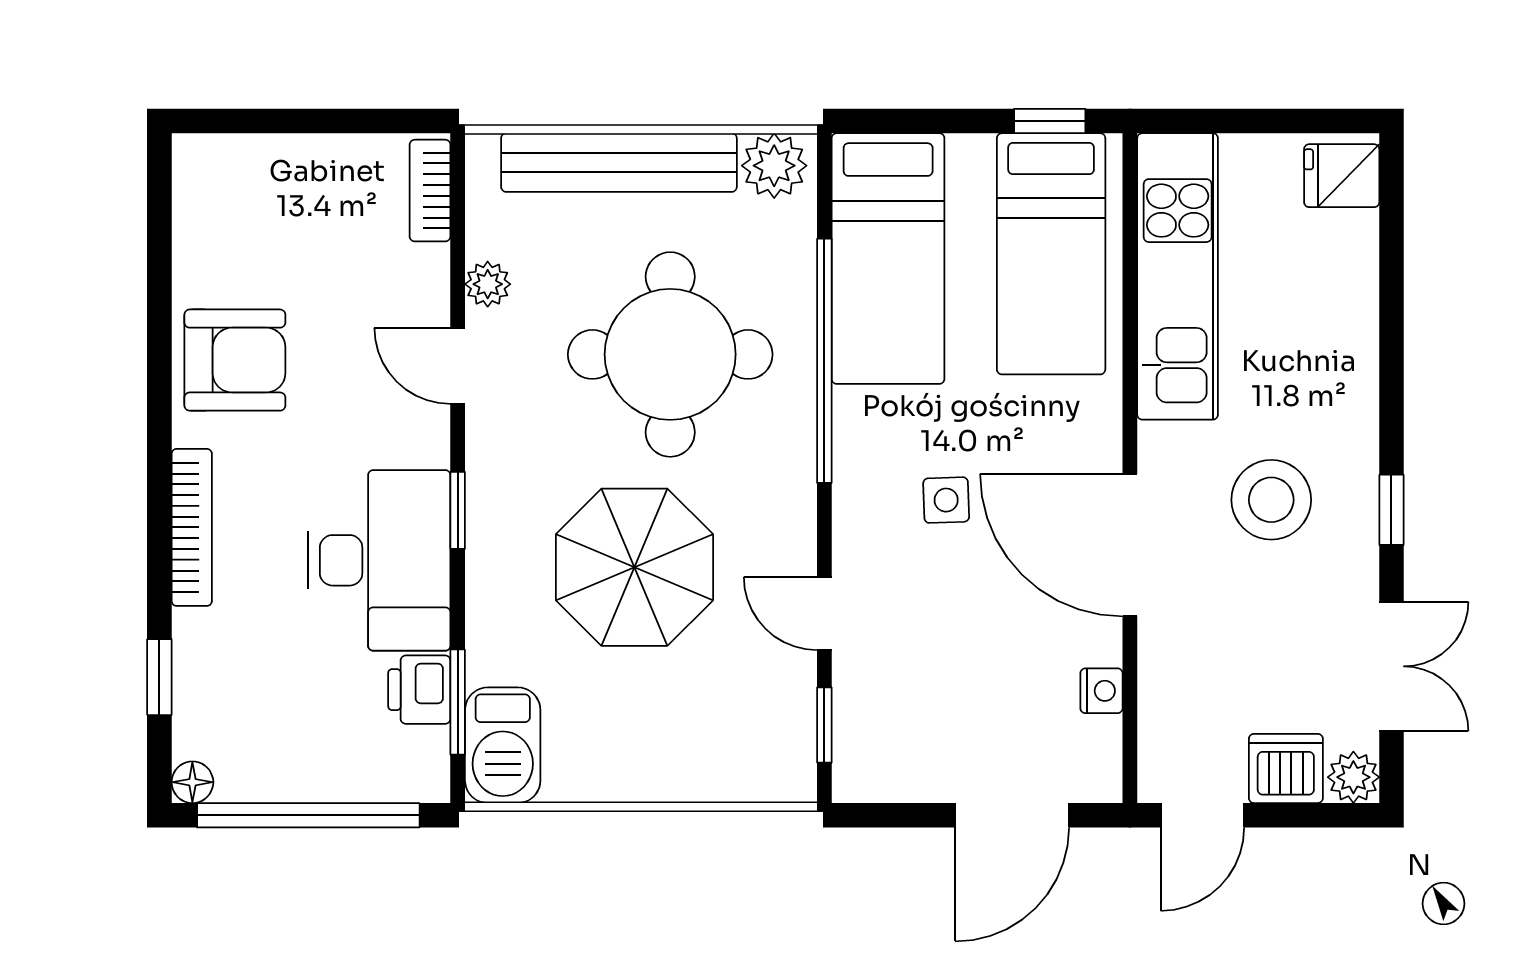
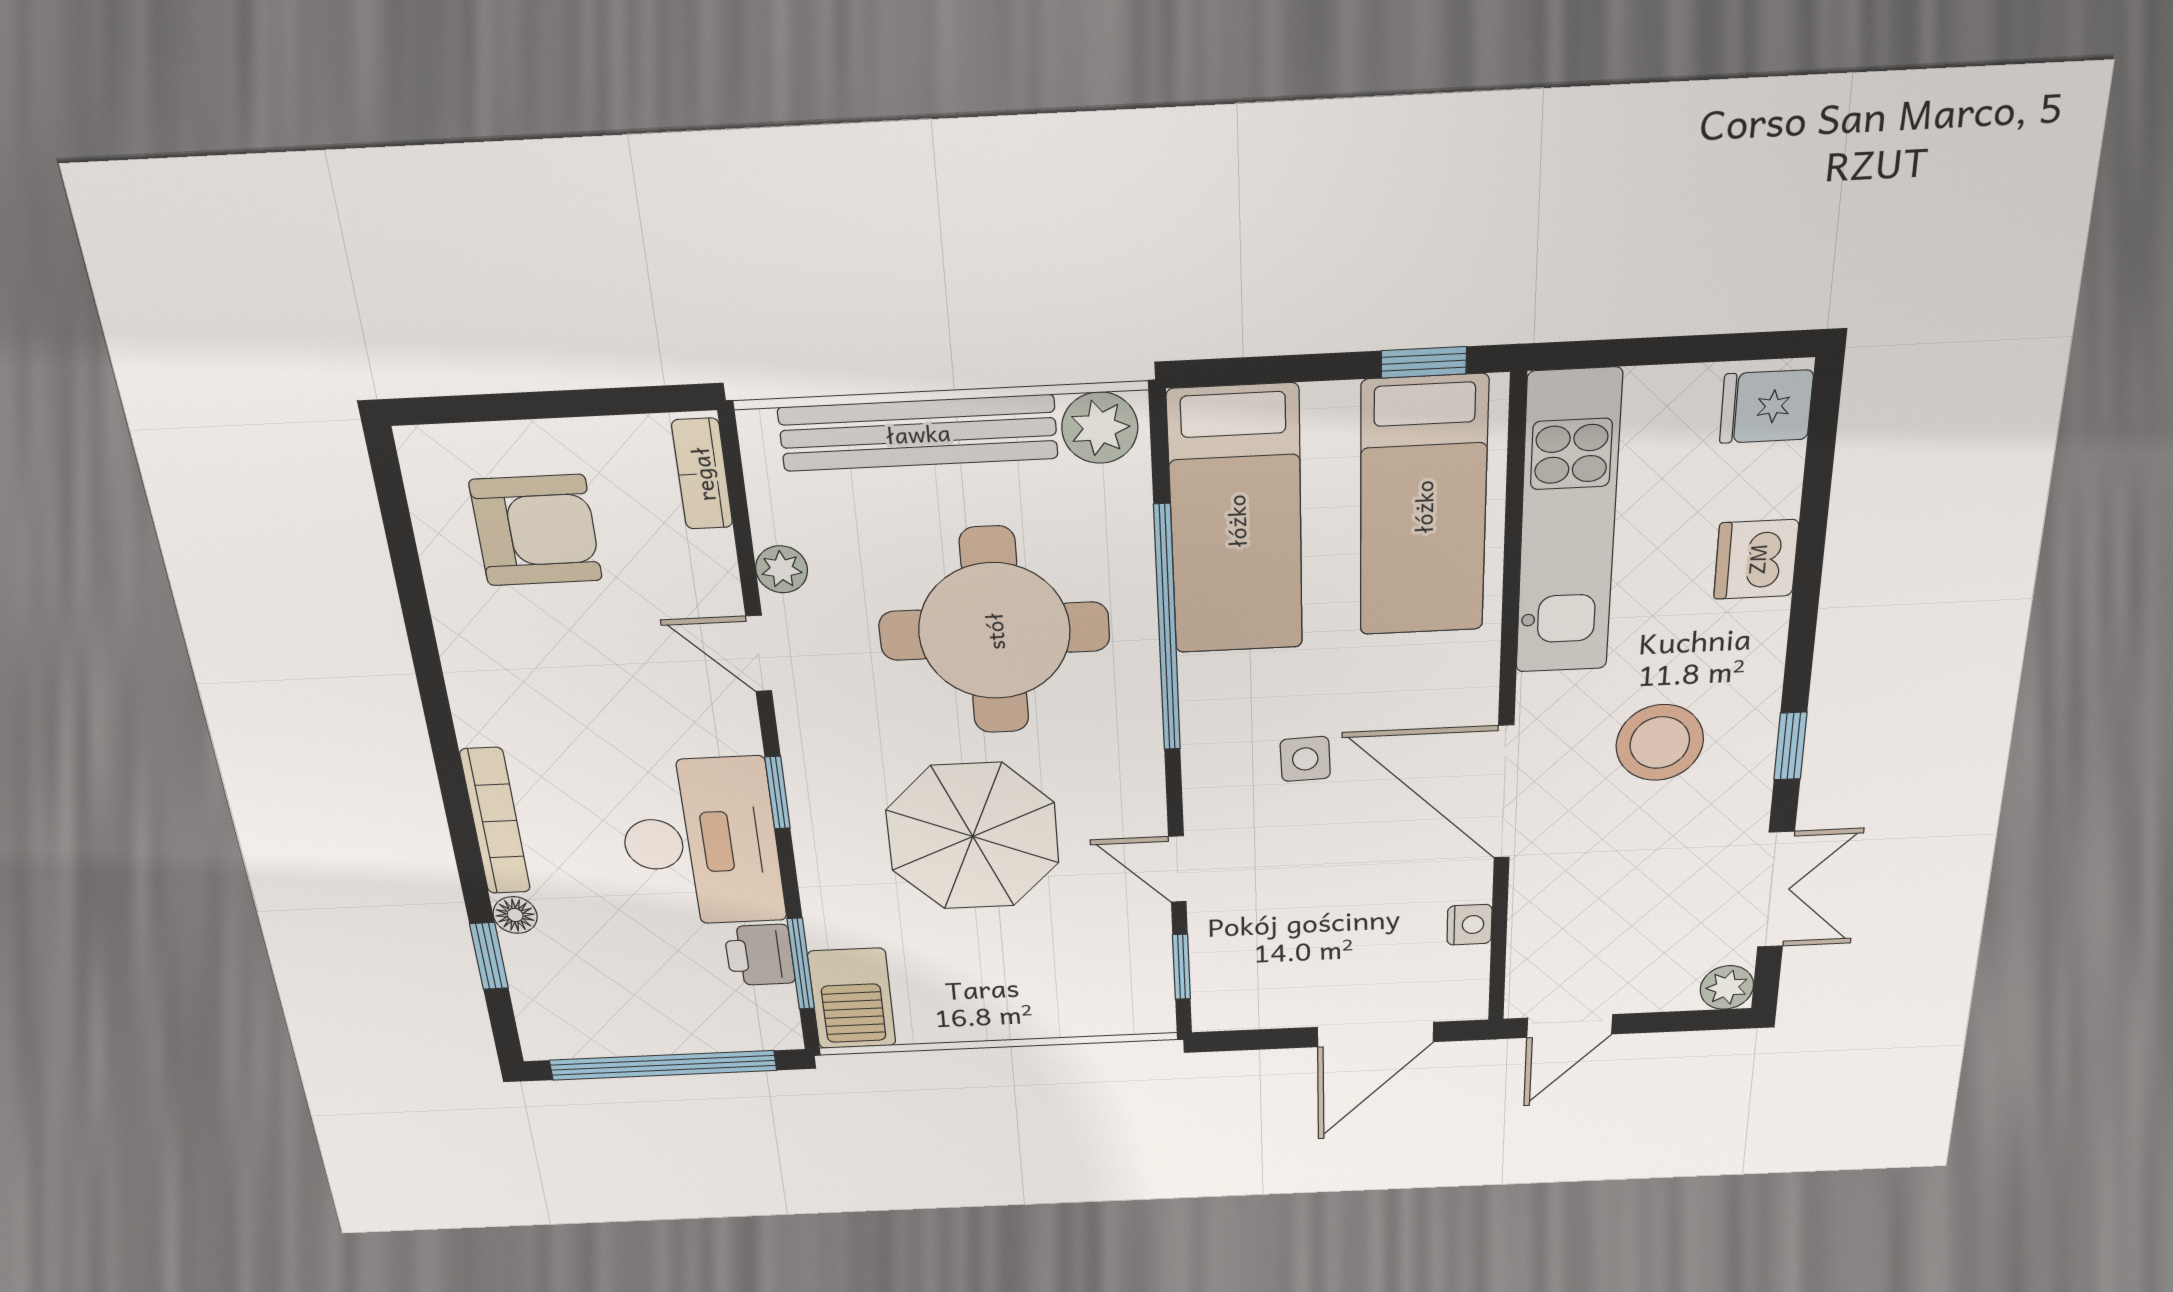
armchair: (235, 360) -> (536, 530), moved
dishwasher: (1286, 768) -> (1756, 559), moved, turned -90
floor lamp: (192, 782) -> (515, 915), moved

